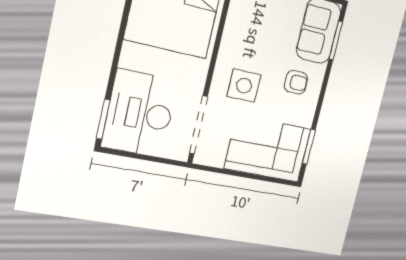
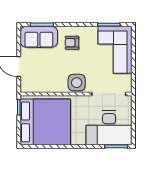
armchair: (296, 82) -> (72, 43), turned -90
side table: (244, 86) -> (77, 83), moved

